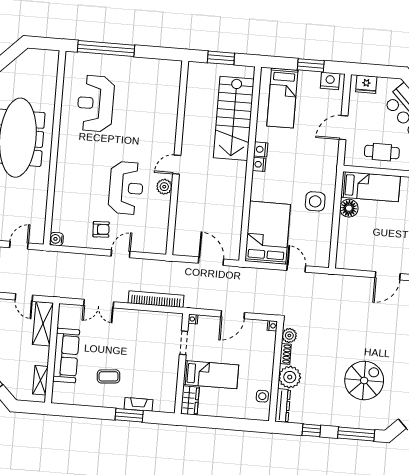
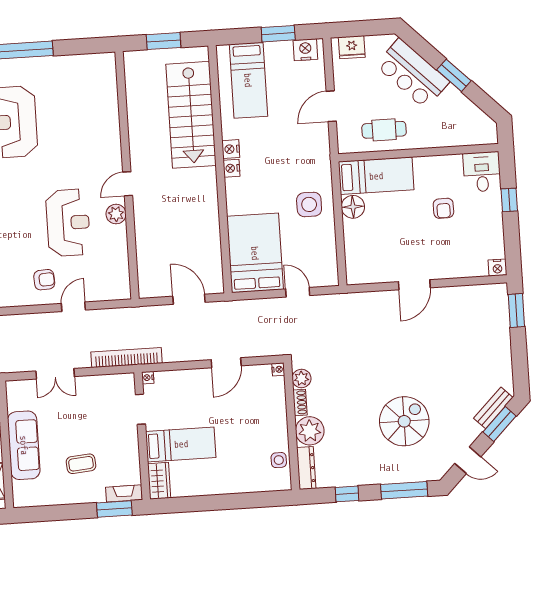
nightstand: (193, 319) -> (148, 378), moved
doorway: (184, 343) -> (140, 409), moved
wall: (182, 364) -> (142, 436), moved
bed: (211, 375) -> (181, 444), moved
wardrobe: (190, 400) -> (159, 481), moved

